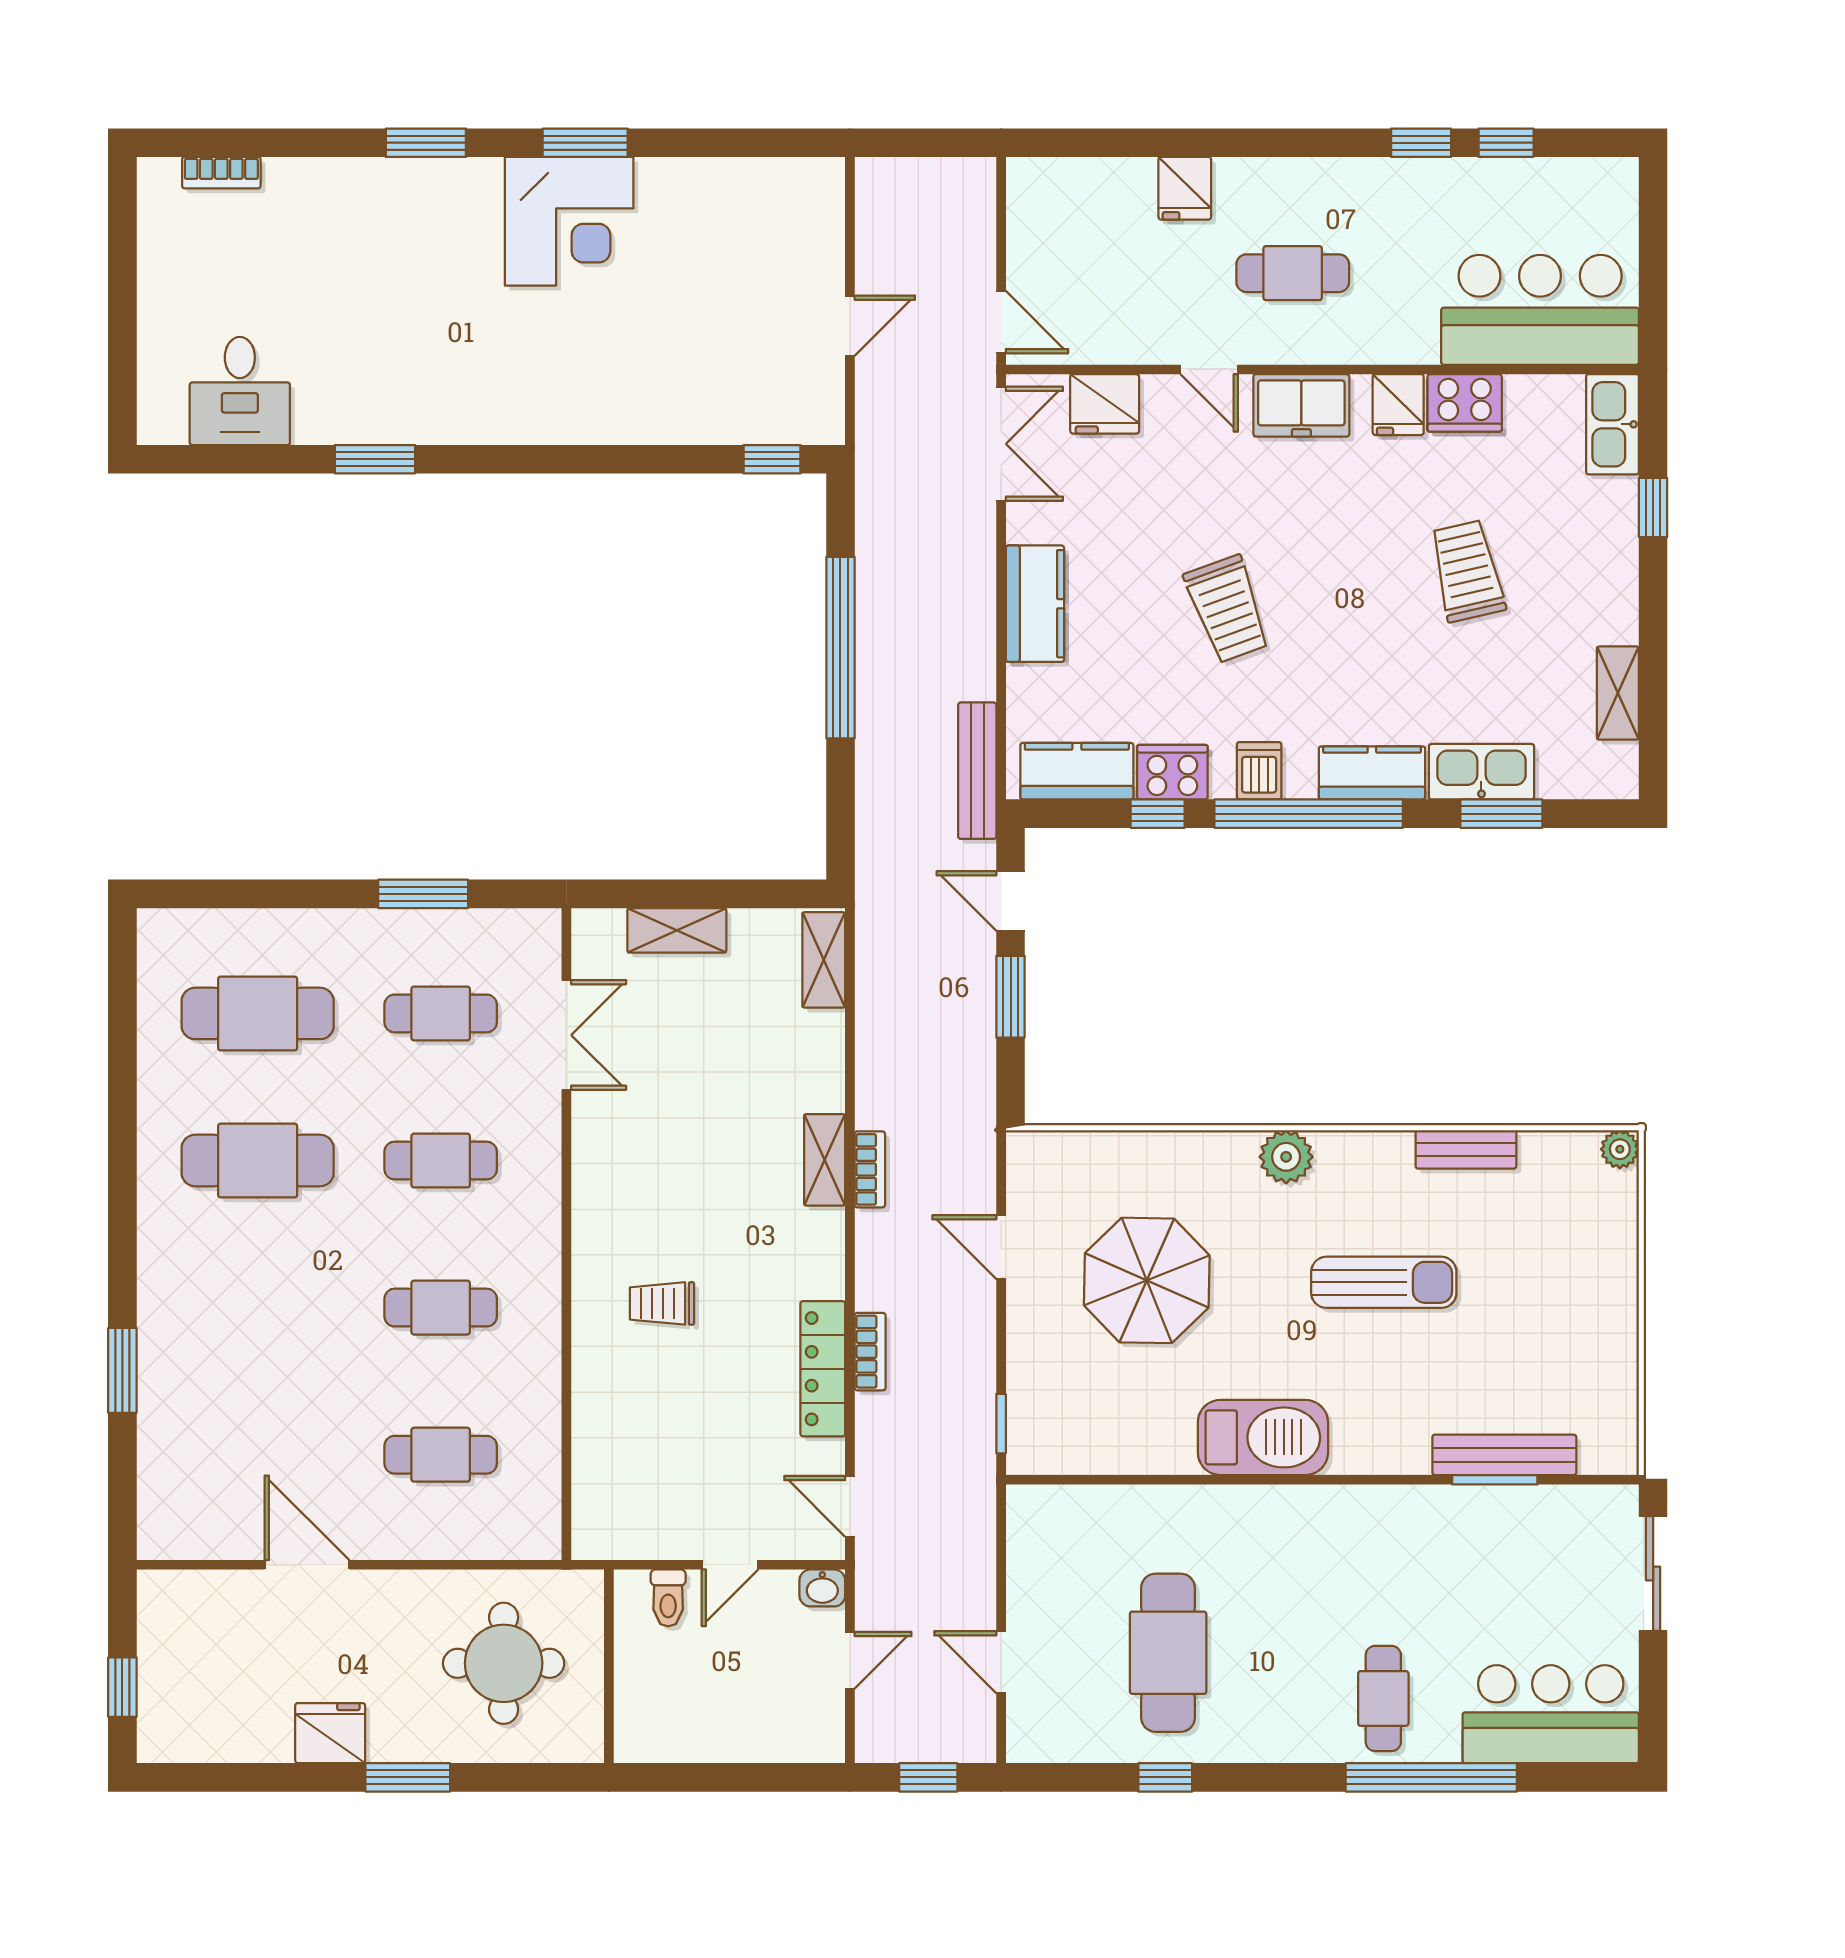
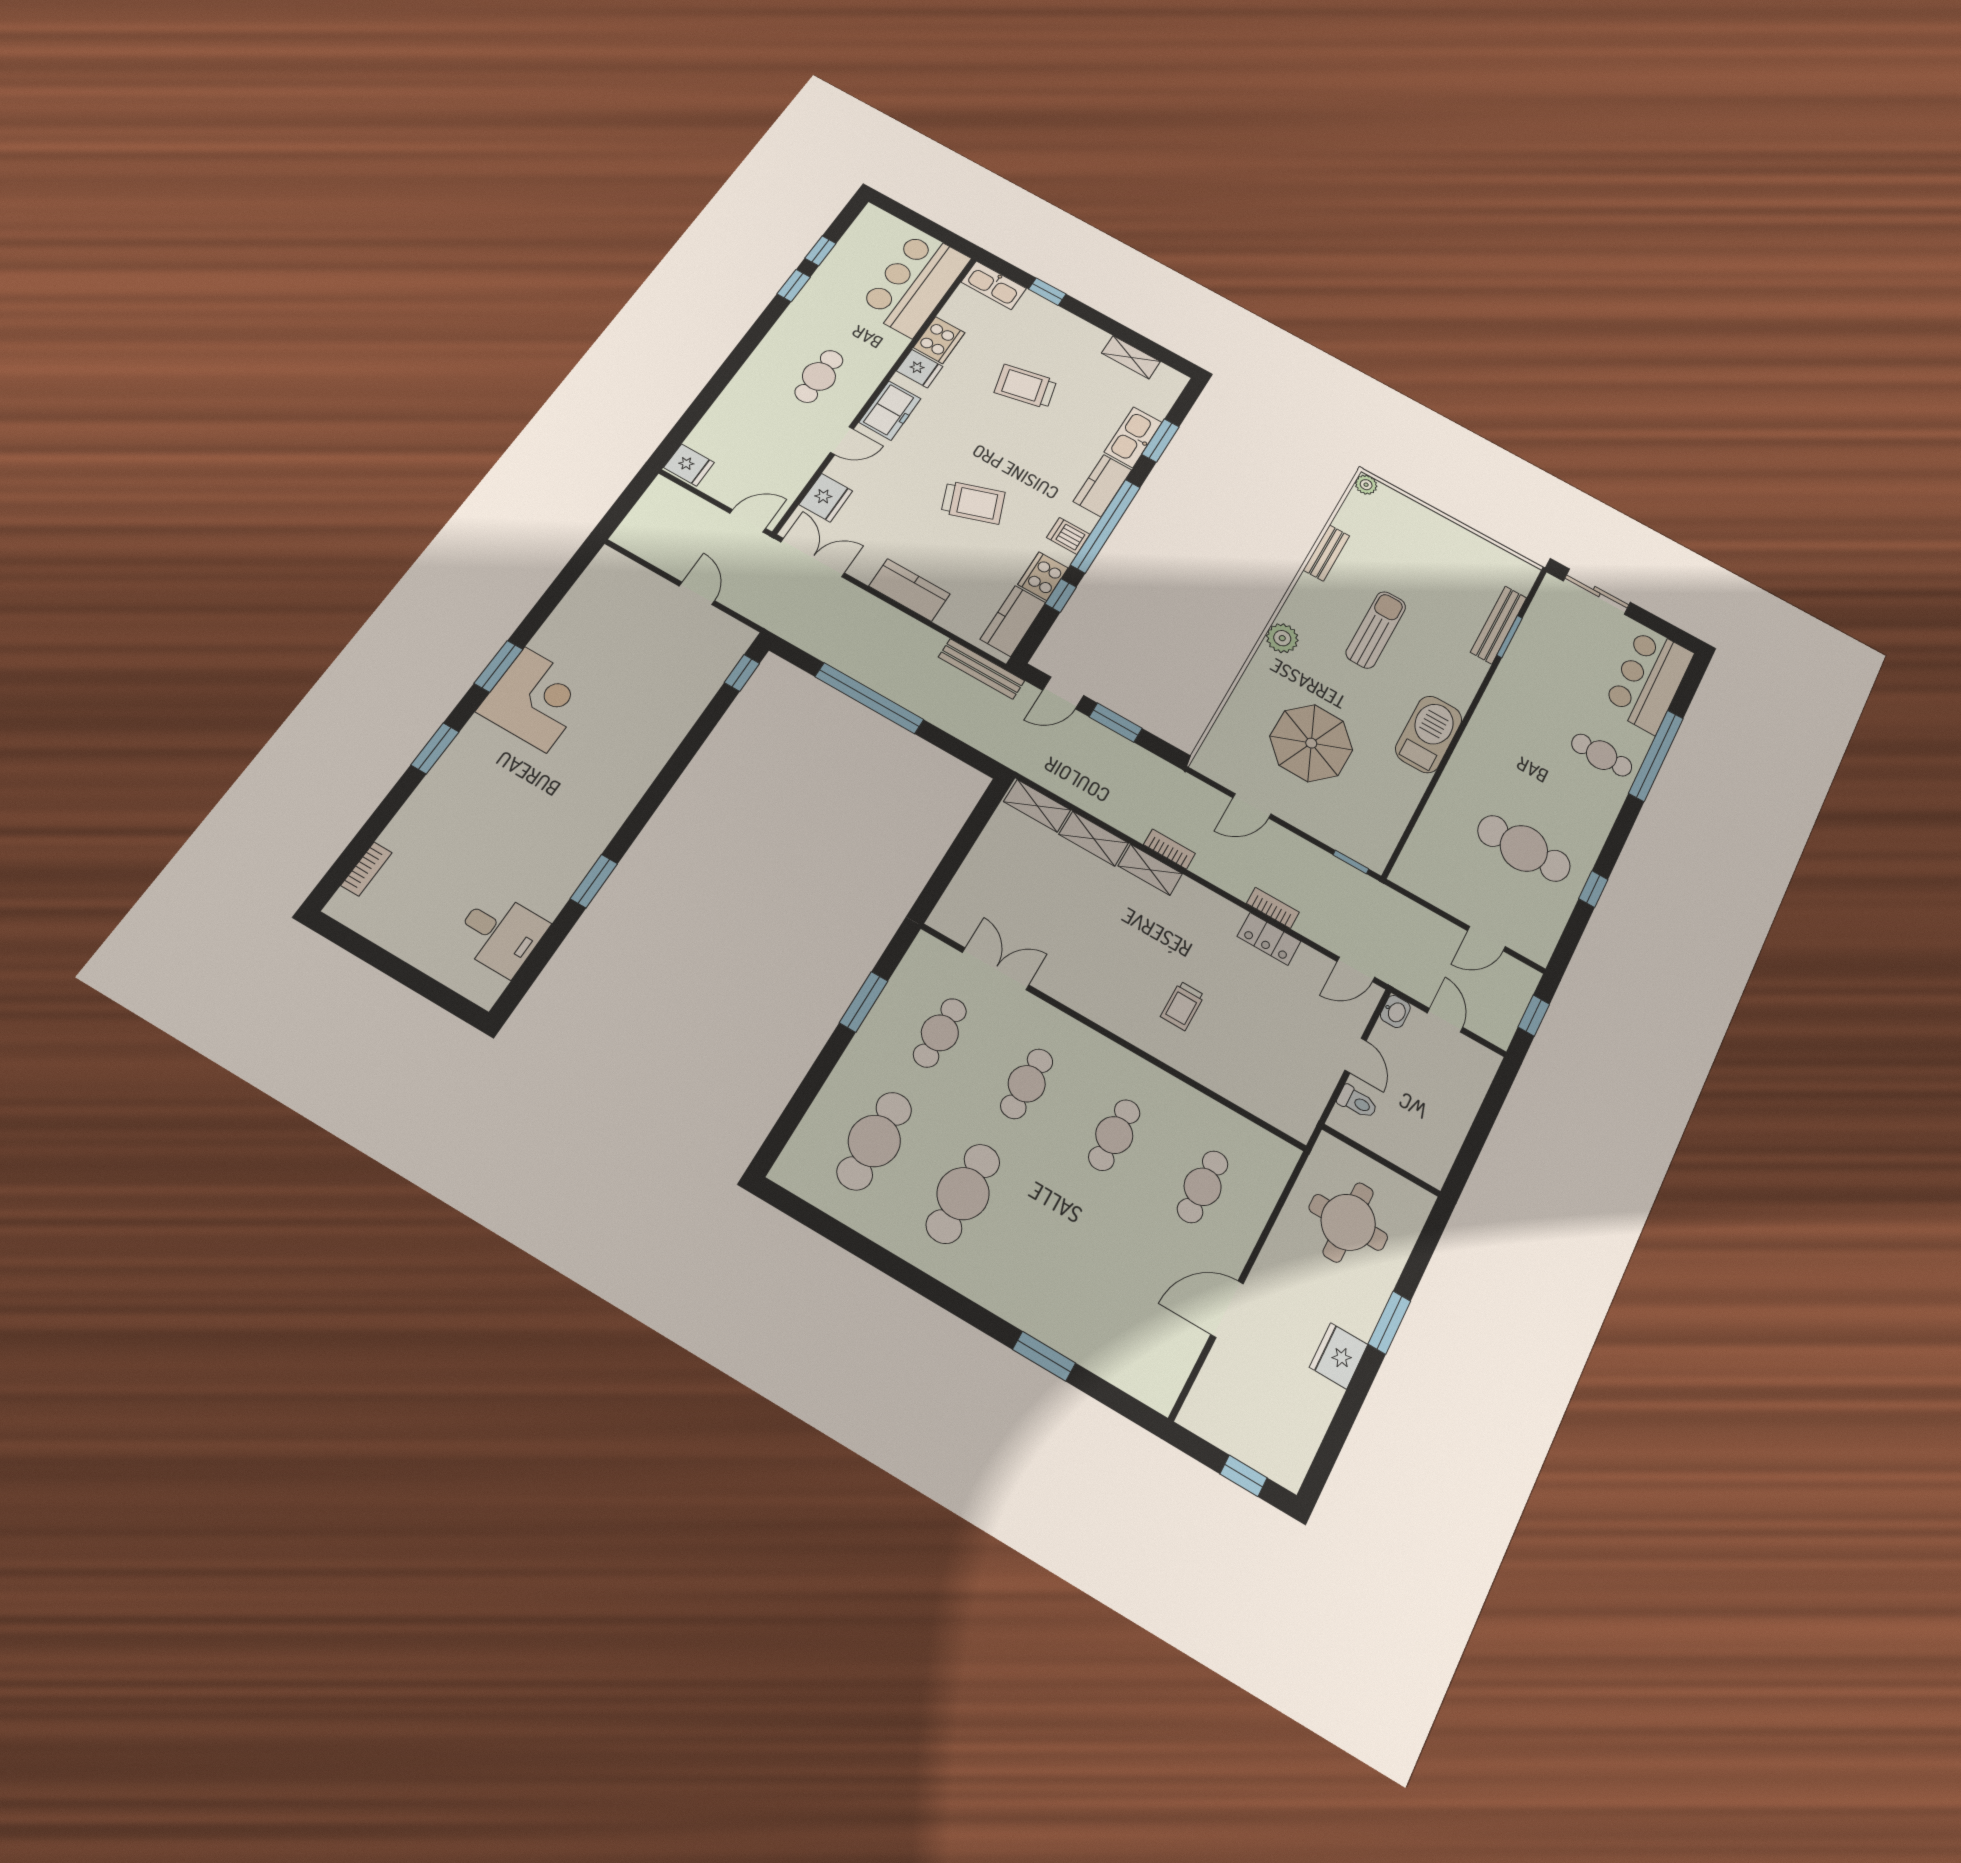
fridge: (1185, 188) -> (689, 465), moved
shelving: (677, 930) -> (1094, 839), moved, turned 90
locker: (823, 1369) -> (1269, 939), width x0.66

